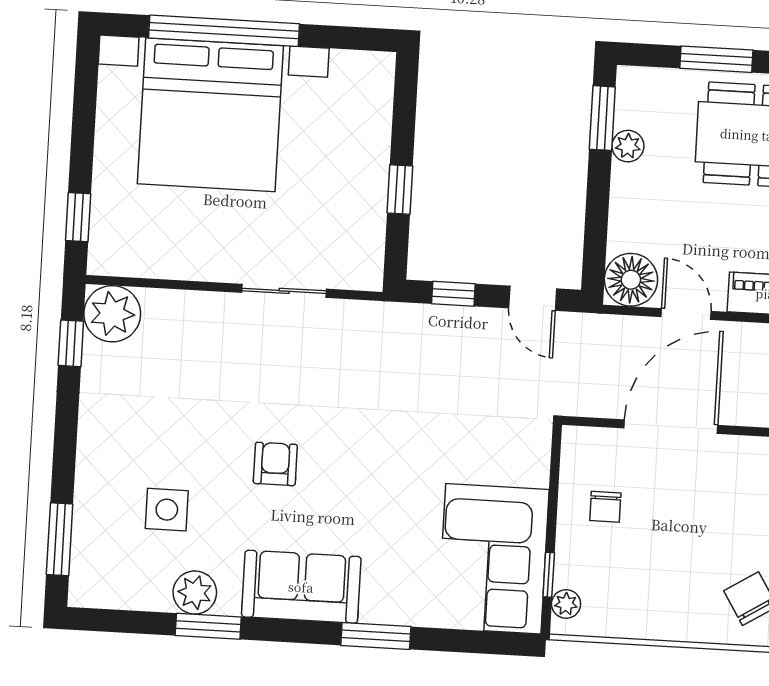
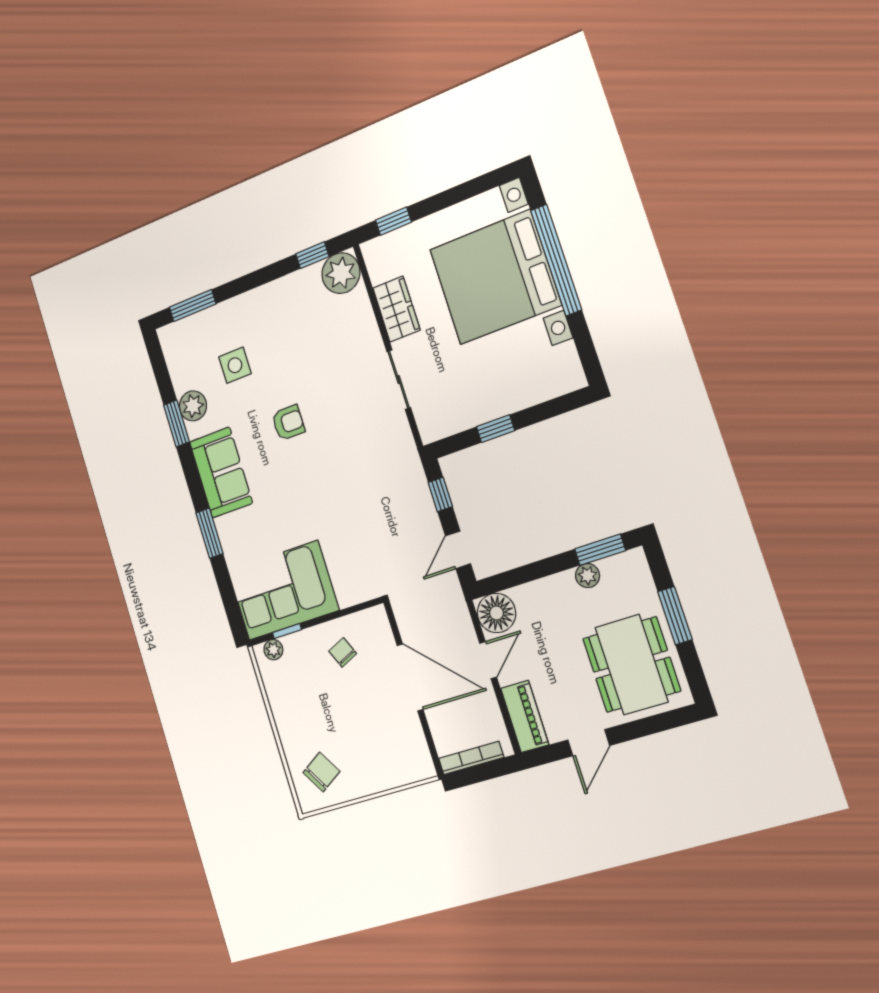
wardrobe: (192, 258) -> (396, 309), added
chair: (605, 507) -> (343, 652), turned 66

